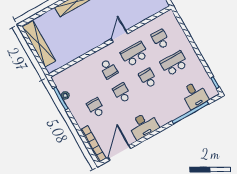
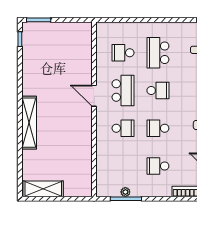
shelving: (39, 44) -> (43, 189), width x0.68
school desk: (134, 54) -> (123, 90), turned 180
school desk: (148, 78) -> (158, 90), turned 180

